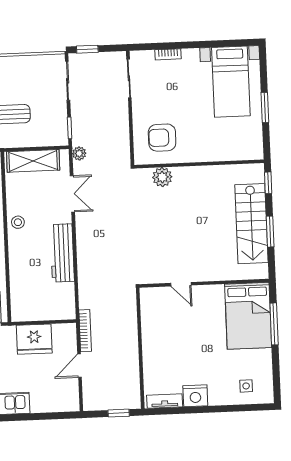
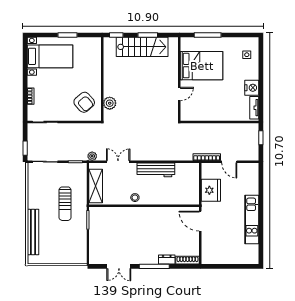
armchair: (162, 138) -> (84, 102), turned -41
bed: (248, 316) -> (202, 66), moved

